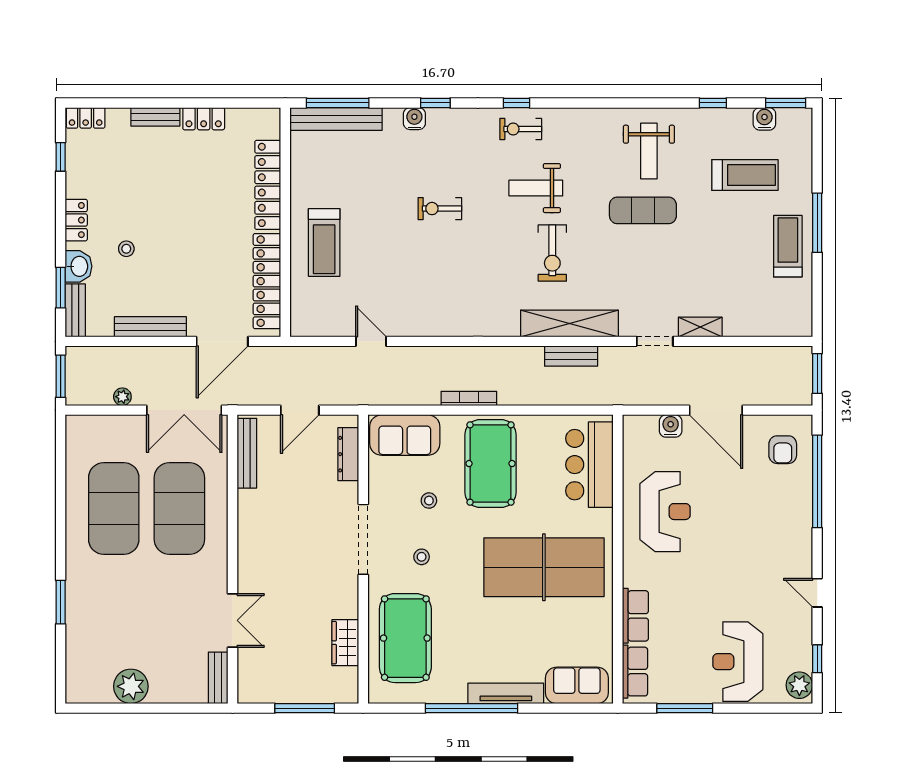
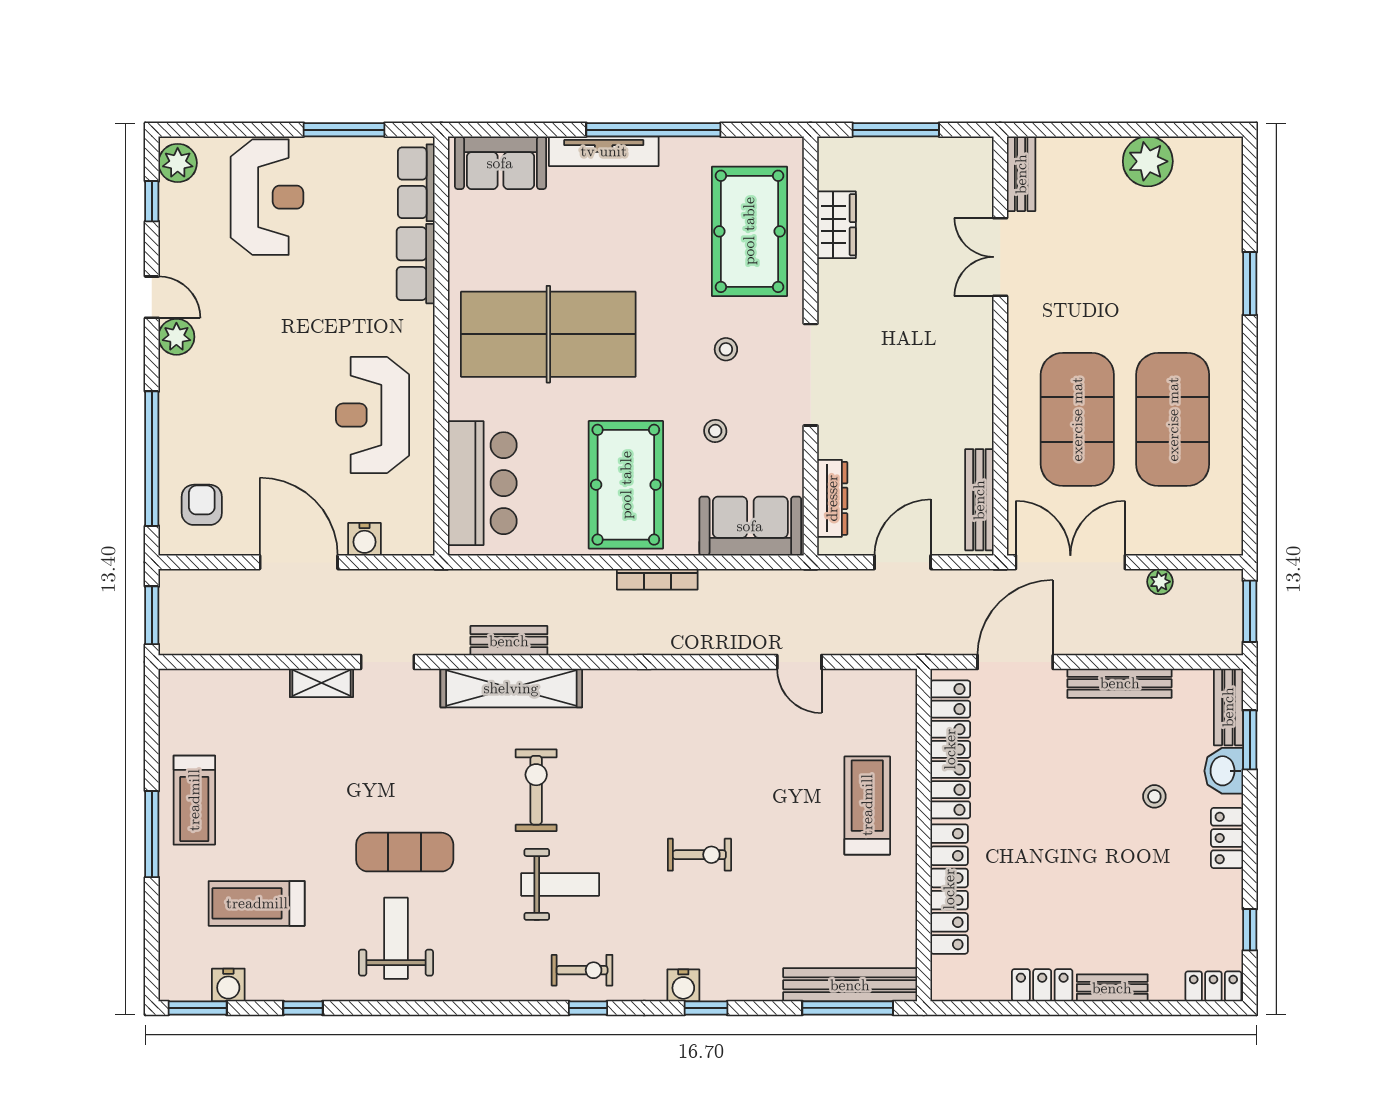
water cooler: (414, 119) -> (683, 985), moved
plant: (800, 565) -> (176, 337), added

